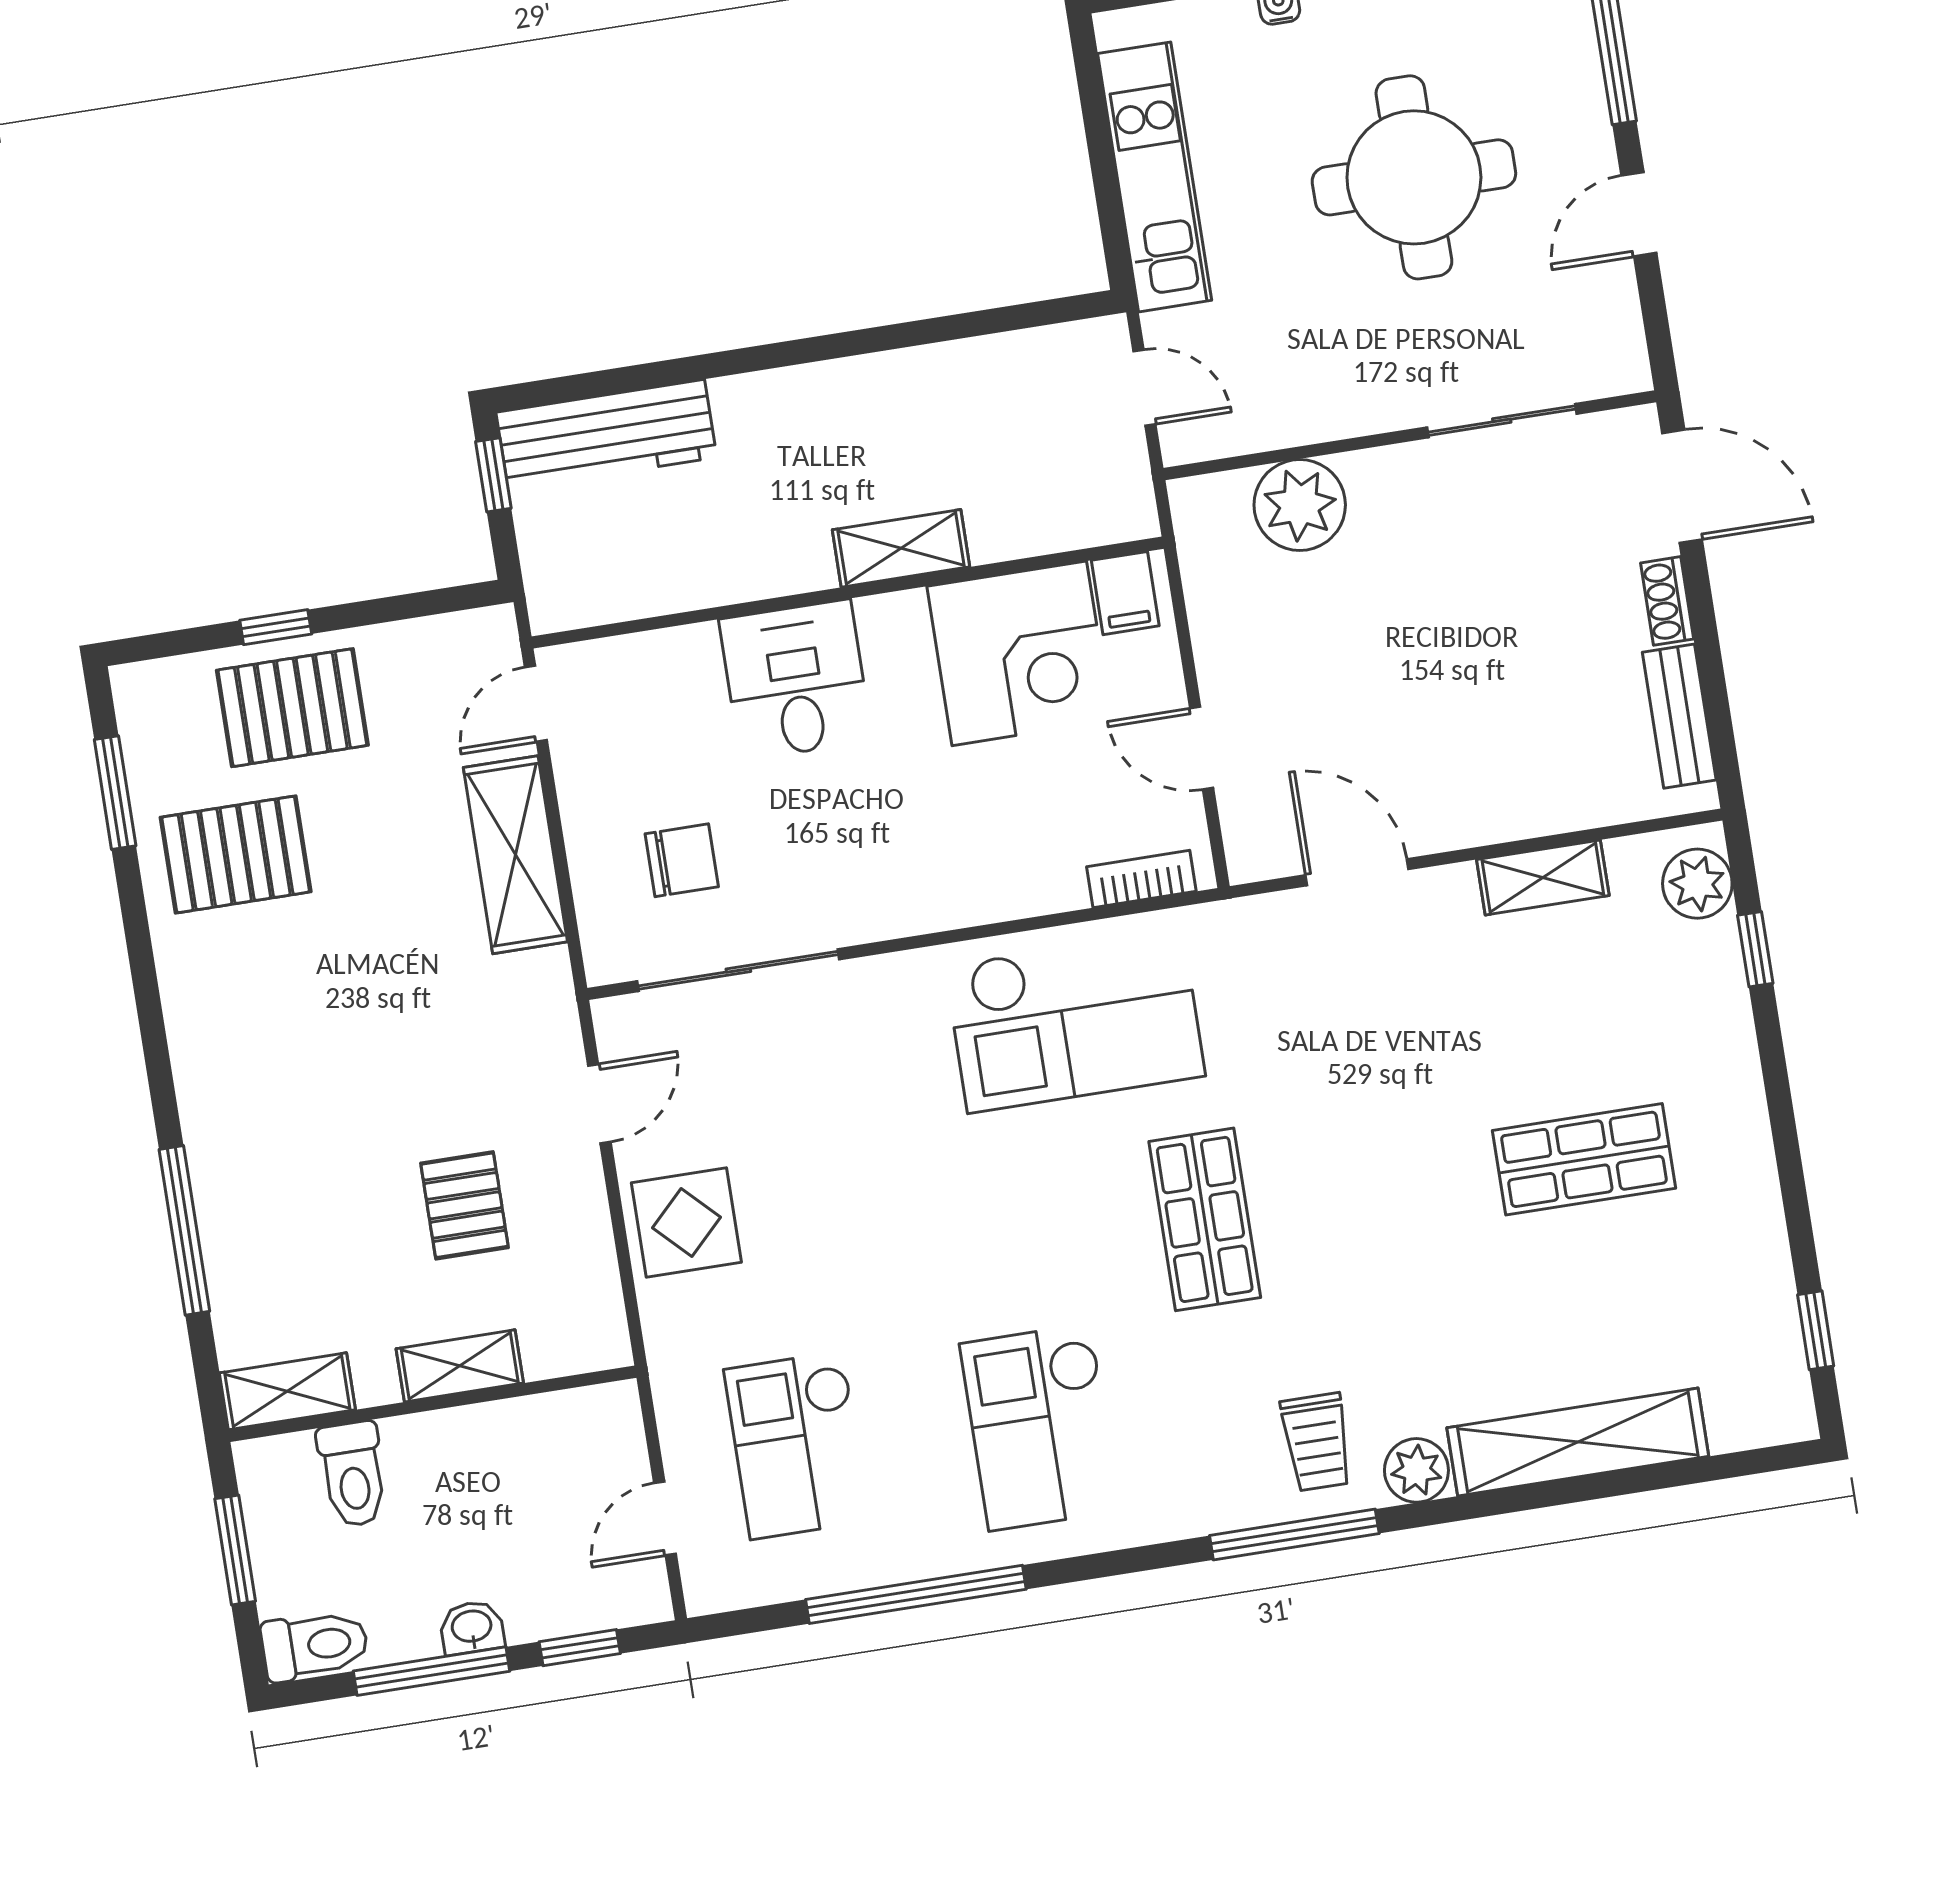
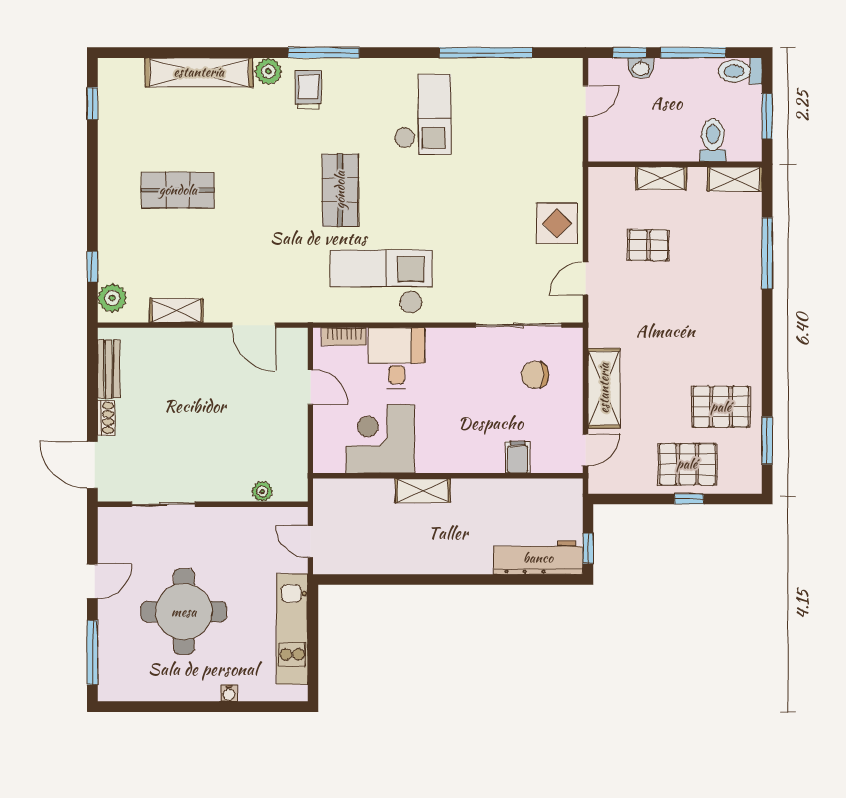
plant: (1300, 505) -> (262, 491), width x0.53, depth x0.53
filing cabinet: (1125, 593) -> (518, 457), moved
desk: (796, 680) -> (397, 358), moved, turned 180
pallet: (465, 1205) -> (648, 245), turned 90
checkout: (797, 1445) -> (526, 123), removed
washbasin: (472, 1628) -> (641, 68), moved

